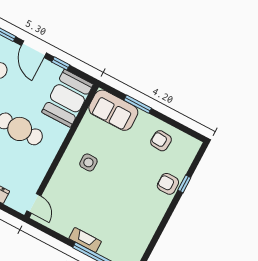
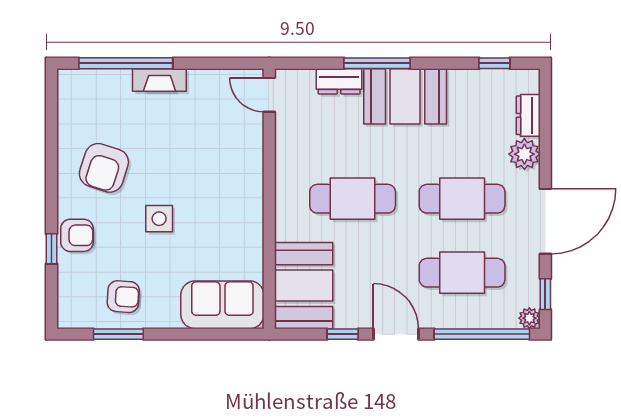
window: (138, 104) -> (118, 334), moved
side table: (88, 162) -> (159, 219), moved
armchair: (136, 211) -> (104, 168), added

